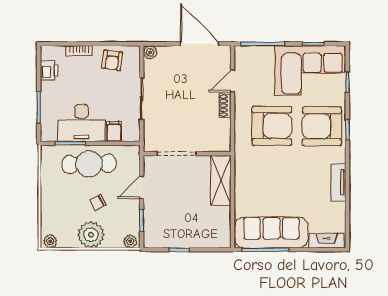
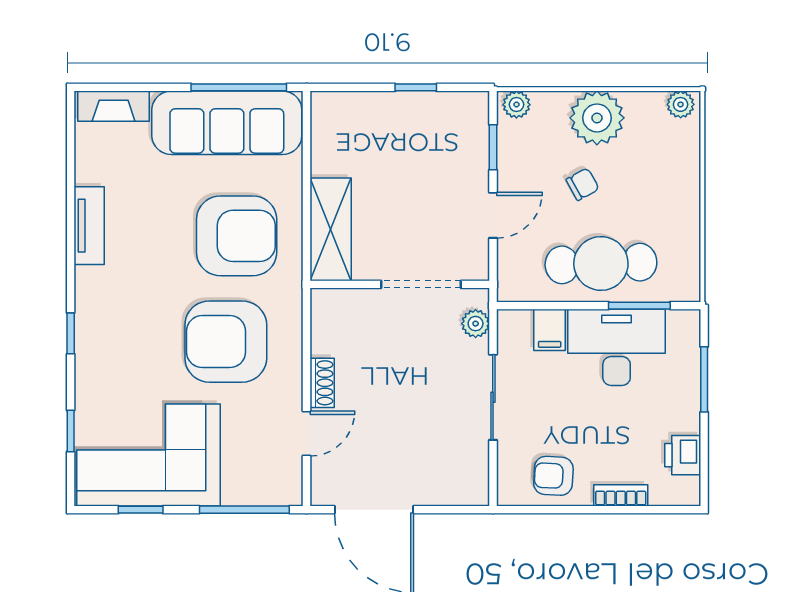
plant: (150, 52) -> (476, 324), moved
armchair: (112, 60) -> (553, 476), turned -95
armchair: (322, 126) -> (237, 236), moved

